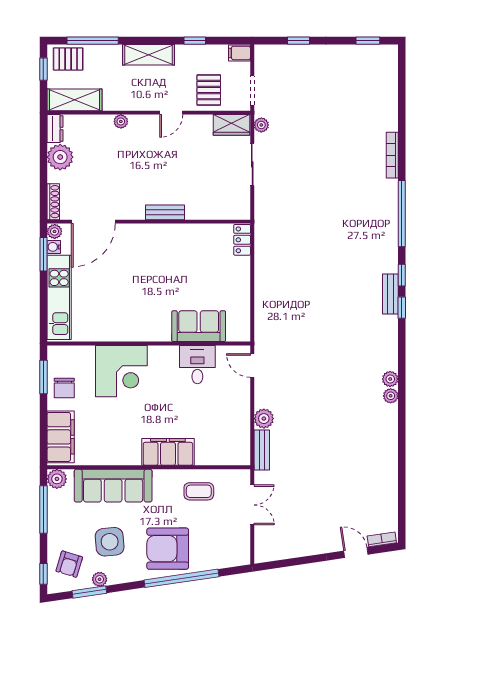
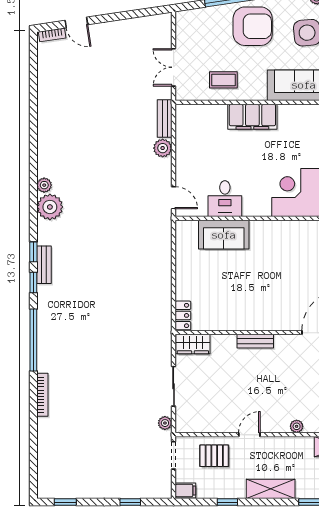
pallet: (209, 90) -> (214, 456), turned 90
wardrobe: (232, 125) -> (193, 344), moved, turned 180
plant: (391, 396) -> (50, 207), moved, width x1.88, depth x1.88

